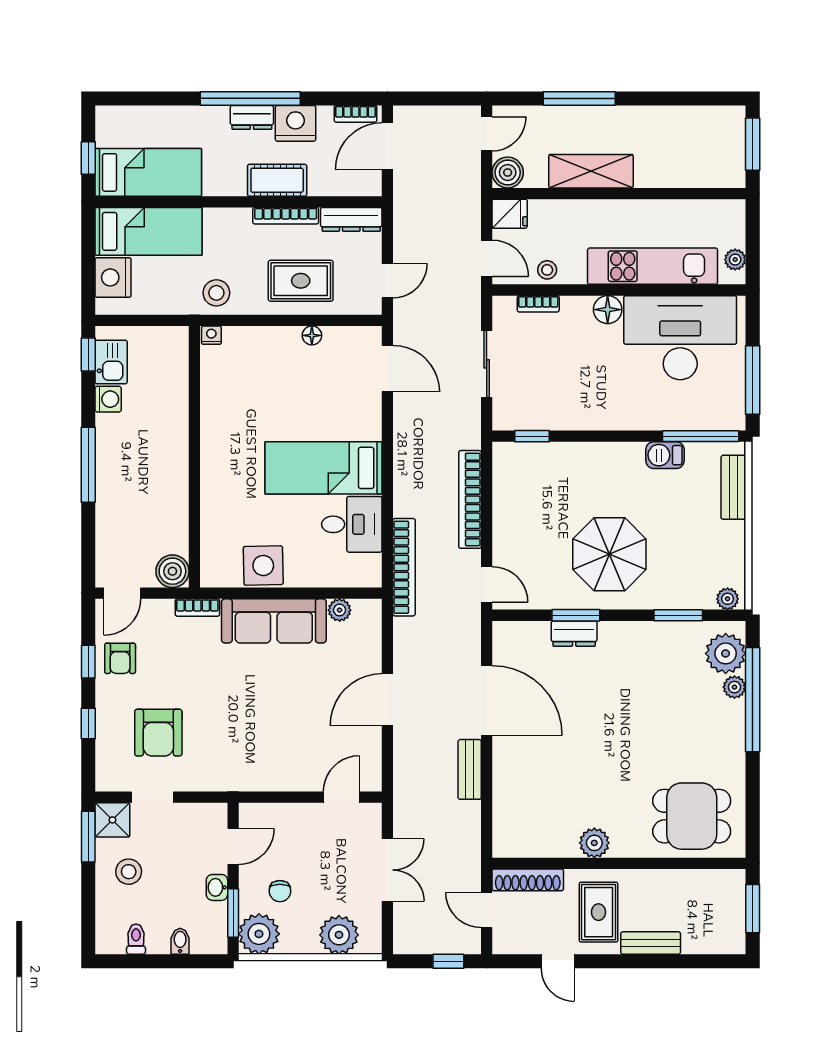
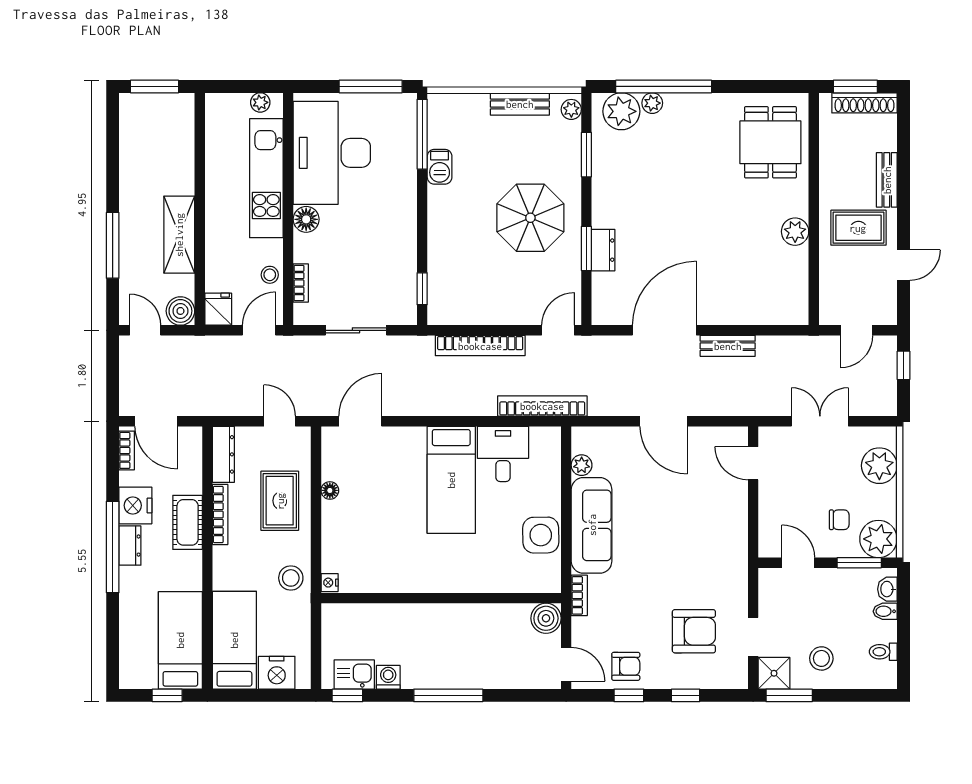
bench: (733, 487) -> (520, 104), moved
shoe rack: (528, 880) -> (864, 103), moved, turned 90
washbasin: (217, 887) -> (887, 589), moved, turned 90

